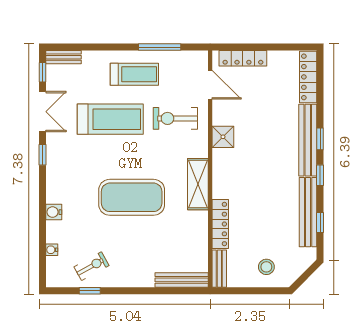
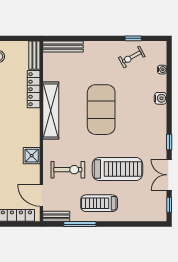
bench: (63, 57) -> (56, 216), moved
treadmill: (110, 119) -> (117, 169), turned 180
shelving: (198, 184) -> (51, 110), width x1.47
exercise mat: (132, 197) -> (101, 110), turned 90

